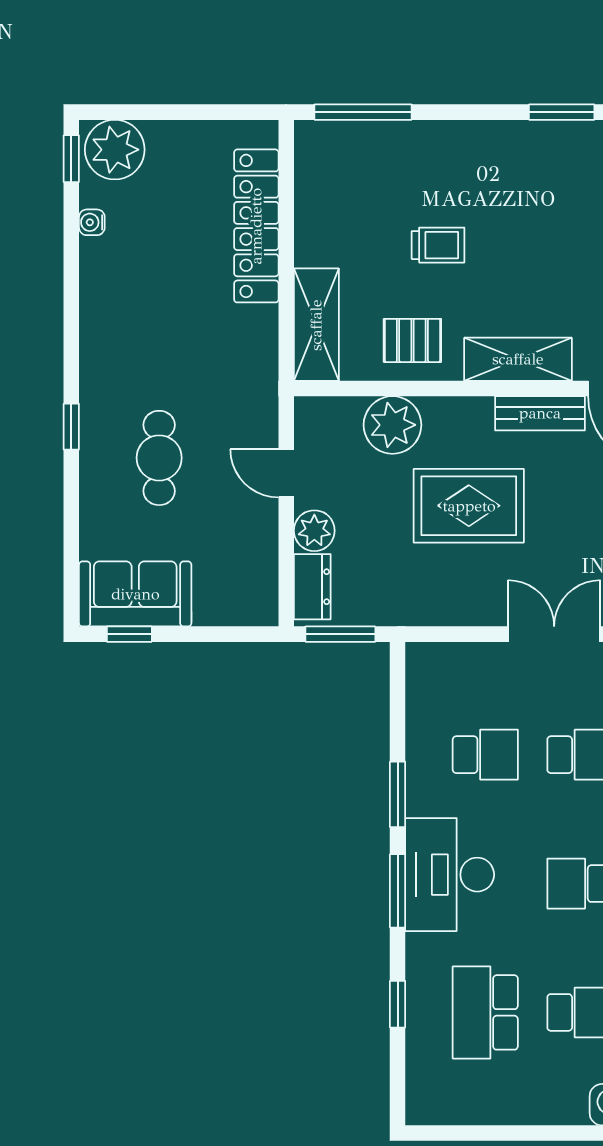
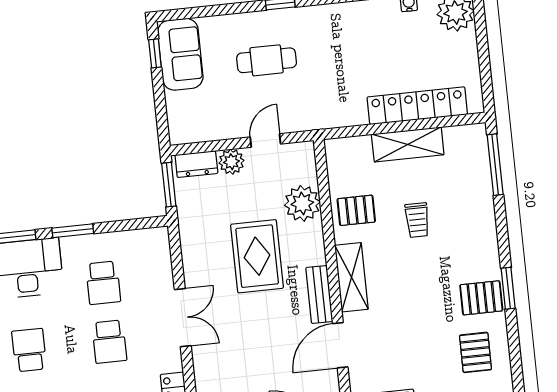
pallet: (572, 156) -> (481, 298), added
shelving: (316, 325) -> (408, 144), moved
pallet: (412, 340) -> (356, 210), turned 90

